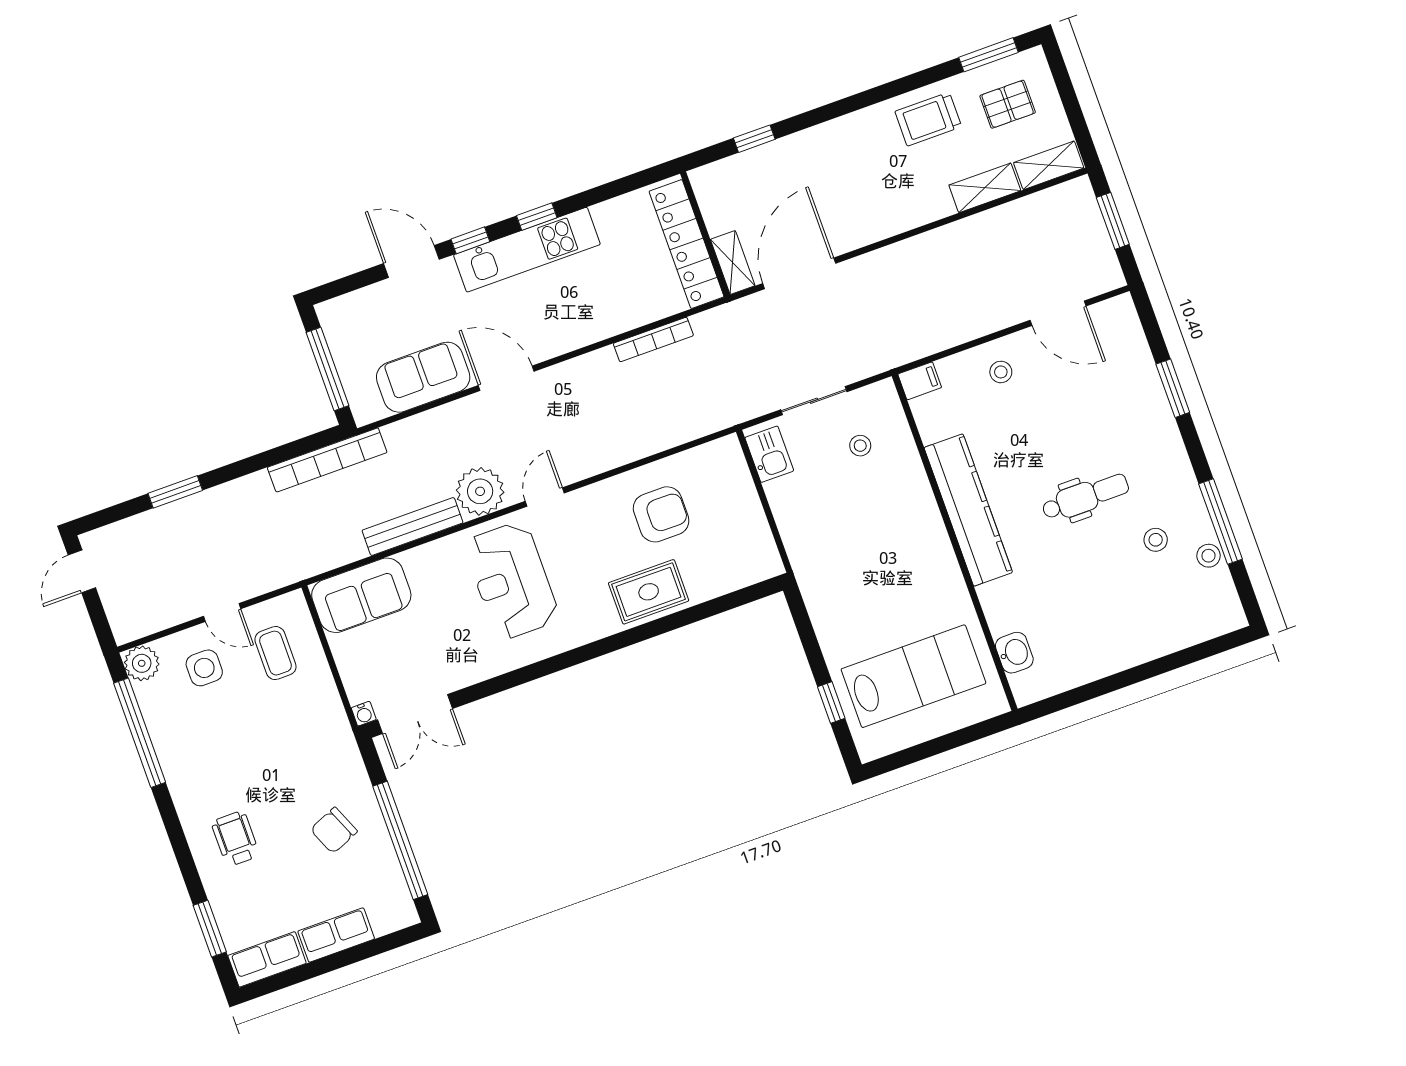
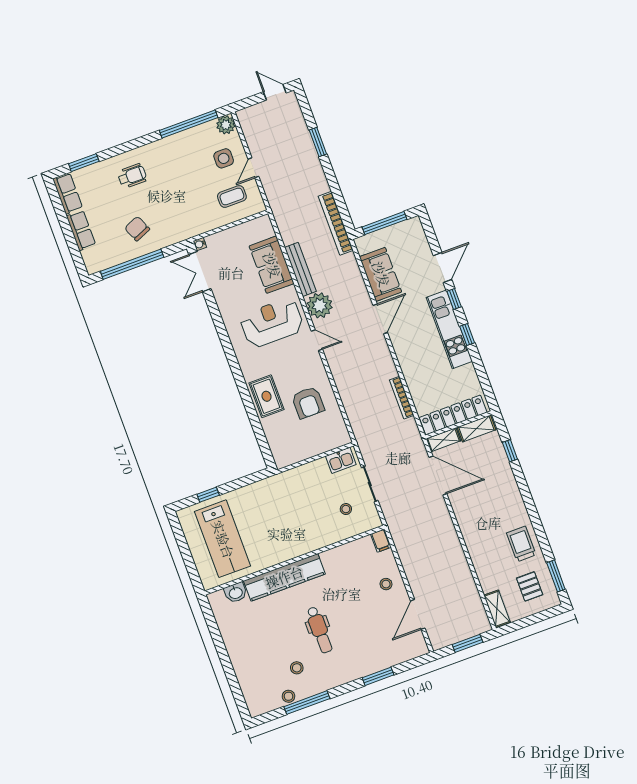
shelving: (985, 188) -> (476, 429), moved, turned 90
kitchen counter: (968, 510) -> (284, 577), moved
sofa: (361, 595) -> (272, 265), moved

